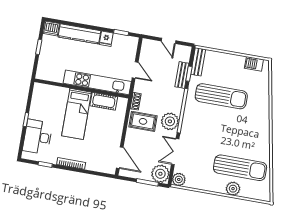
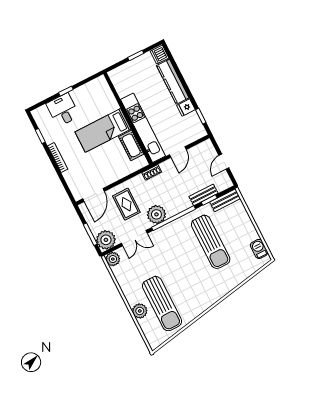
rug: (143, 121) -> (126, 204), moved
desk: (38, 137) -> (63, 110), width x0.73
double door: (175, 152) -> (134, 238), swing flipped

